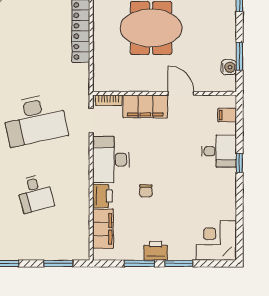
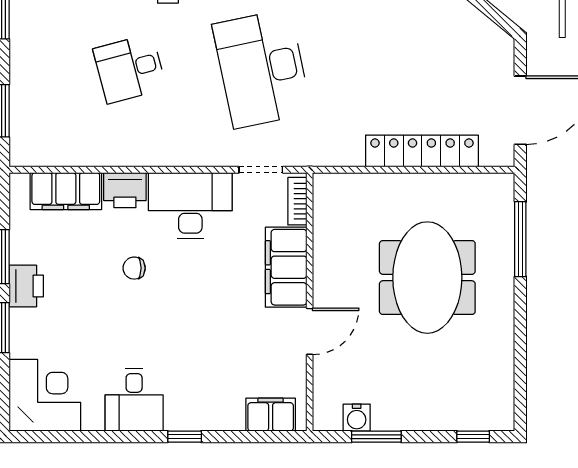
filing cabinet: (227, 115) -> (271, 415), width x2.00
desk: (219, 151) -> (134, 400), moved

